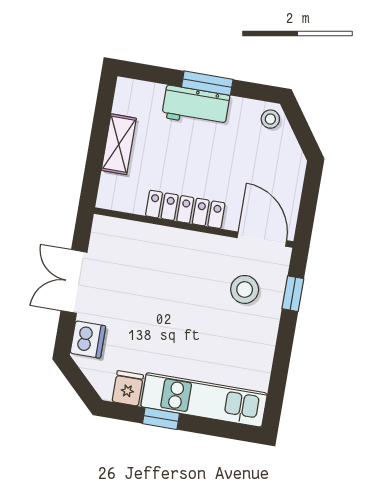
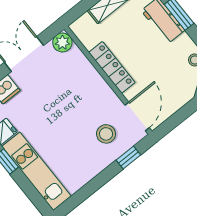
plant: (105, 231) -> (62, 43), added

